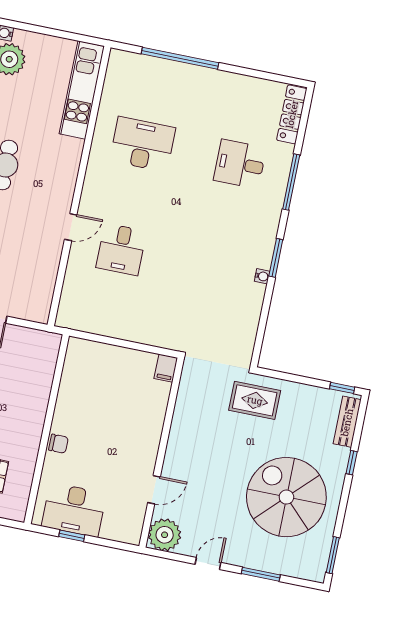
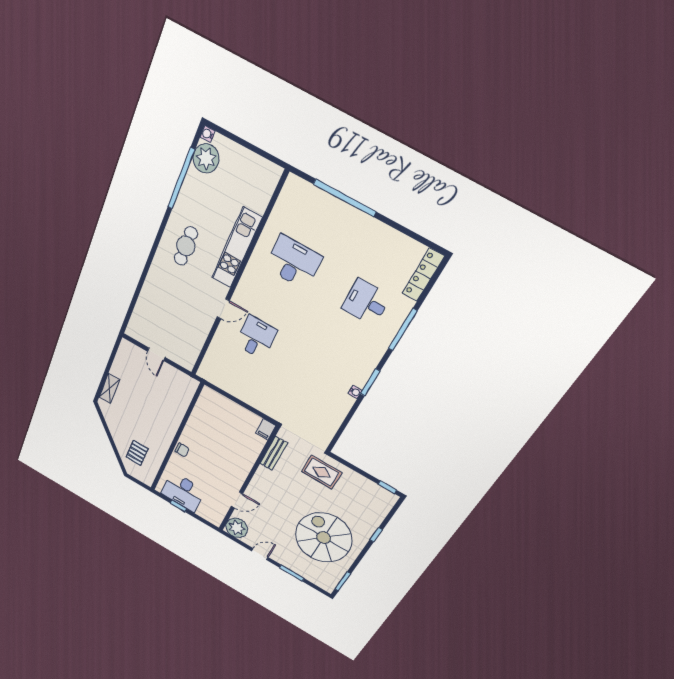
kitchen unit: (82, 90) -> (237, 248), moved
desk: (121, 249) -> (256, 337), turned 180
bench: (347, 422) -> (274, 453), moved

